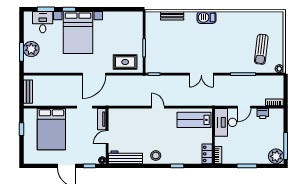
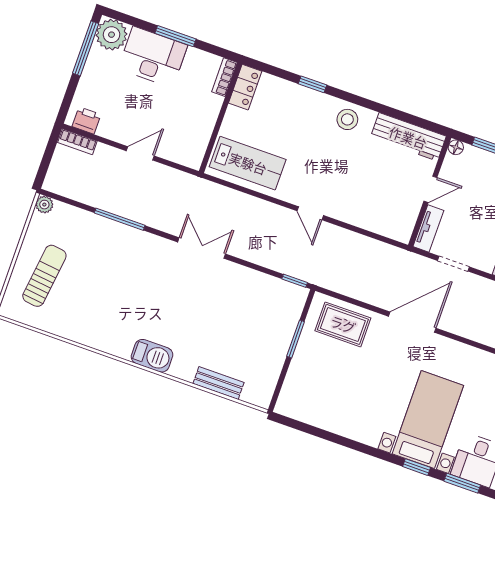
bed with nightstands: (78, 32) -> (428, 420), width x0.73
sun lounger: (261, 49) -> (44, 276), moved
printer: (263, 113) -> (86, 120), moved
desk: (226, 122) -> (153, 57), moved, turned -90

